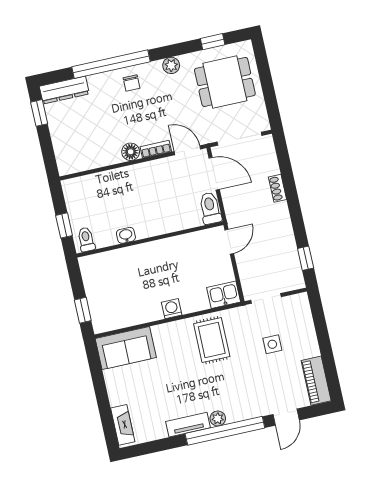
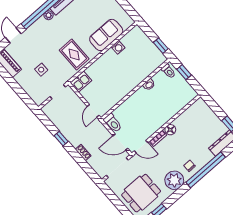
plant: (171, 65) -> (174, 180), width x1.87, depth x1.87
window: (306, 258) -> (61, 139), moved
washing machine: (172, 309) -> (118, 47), moved
window: (83, 310) -> (161, 46), moved
sofa: (126, 348) -> (106, 35), moved

